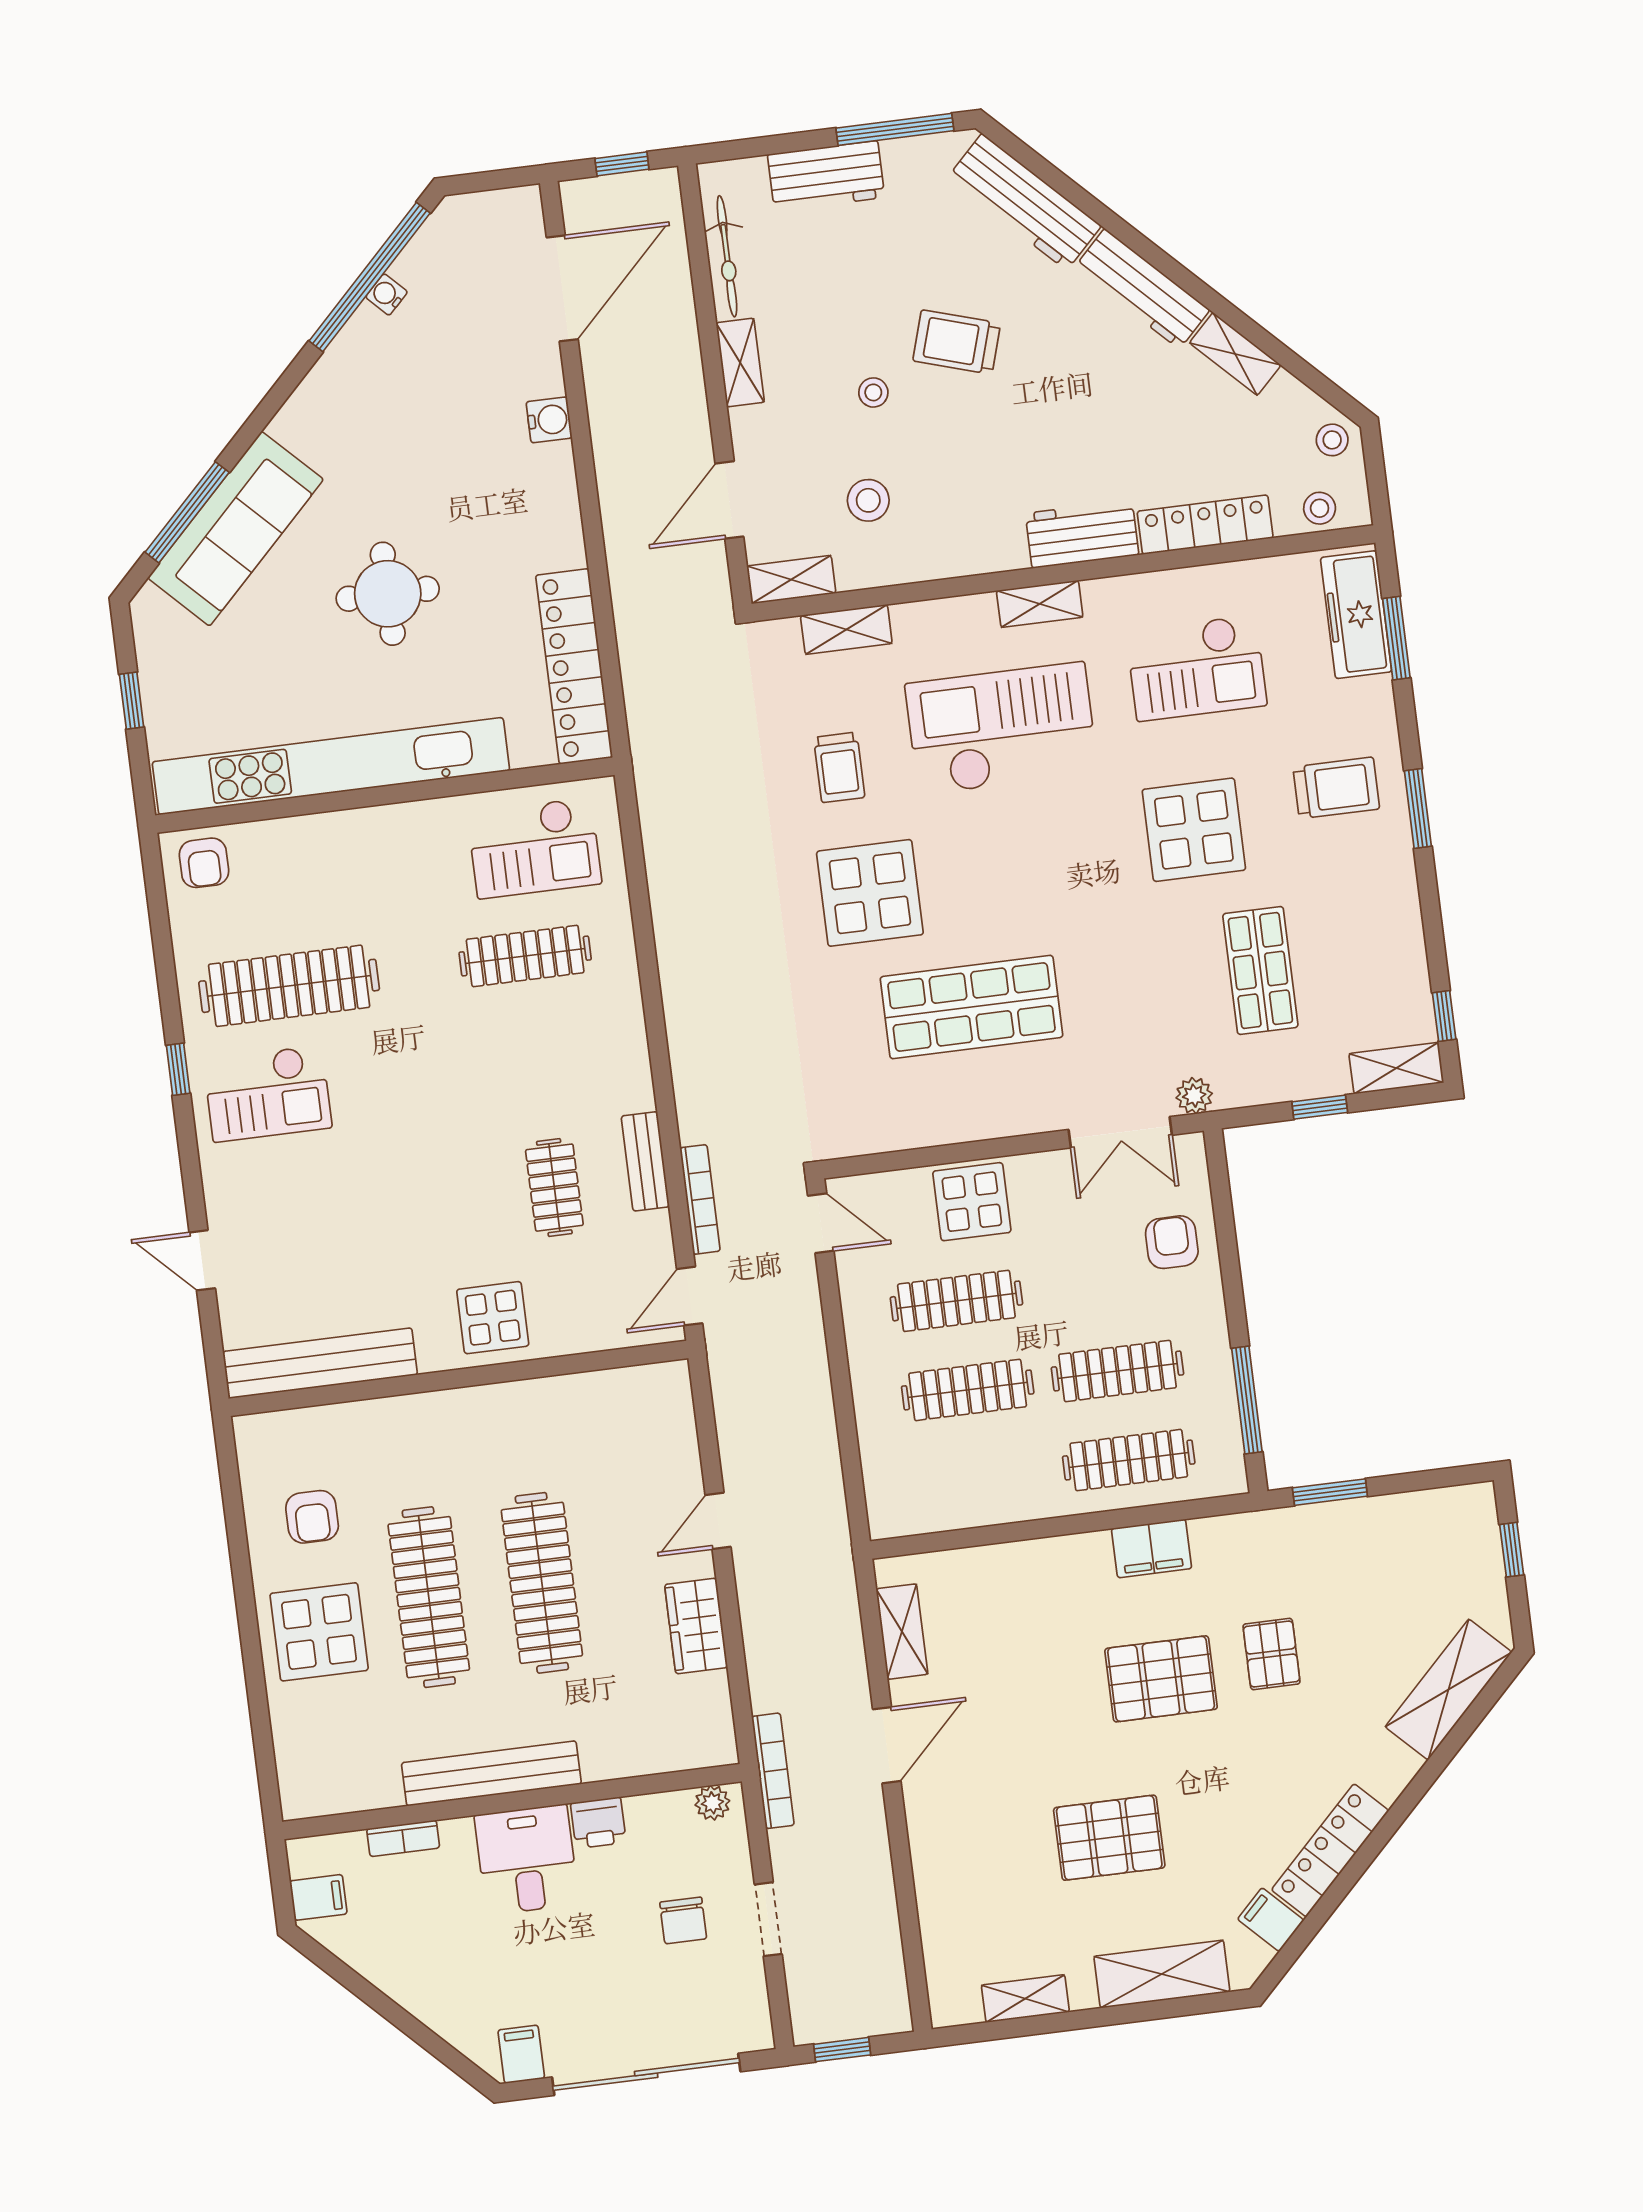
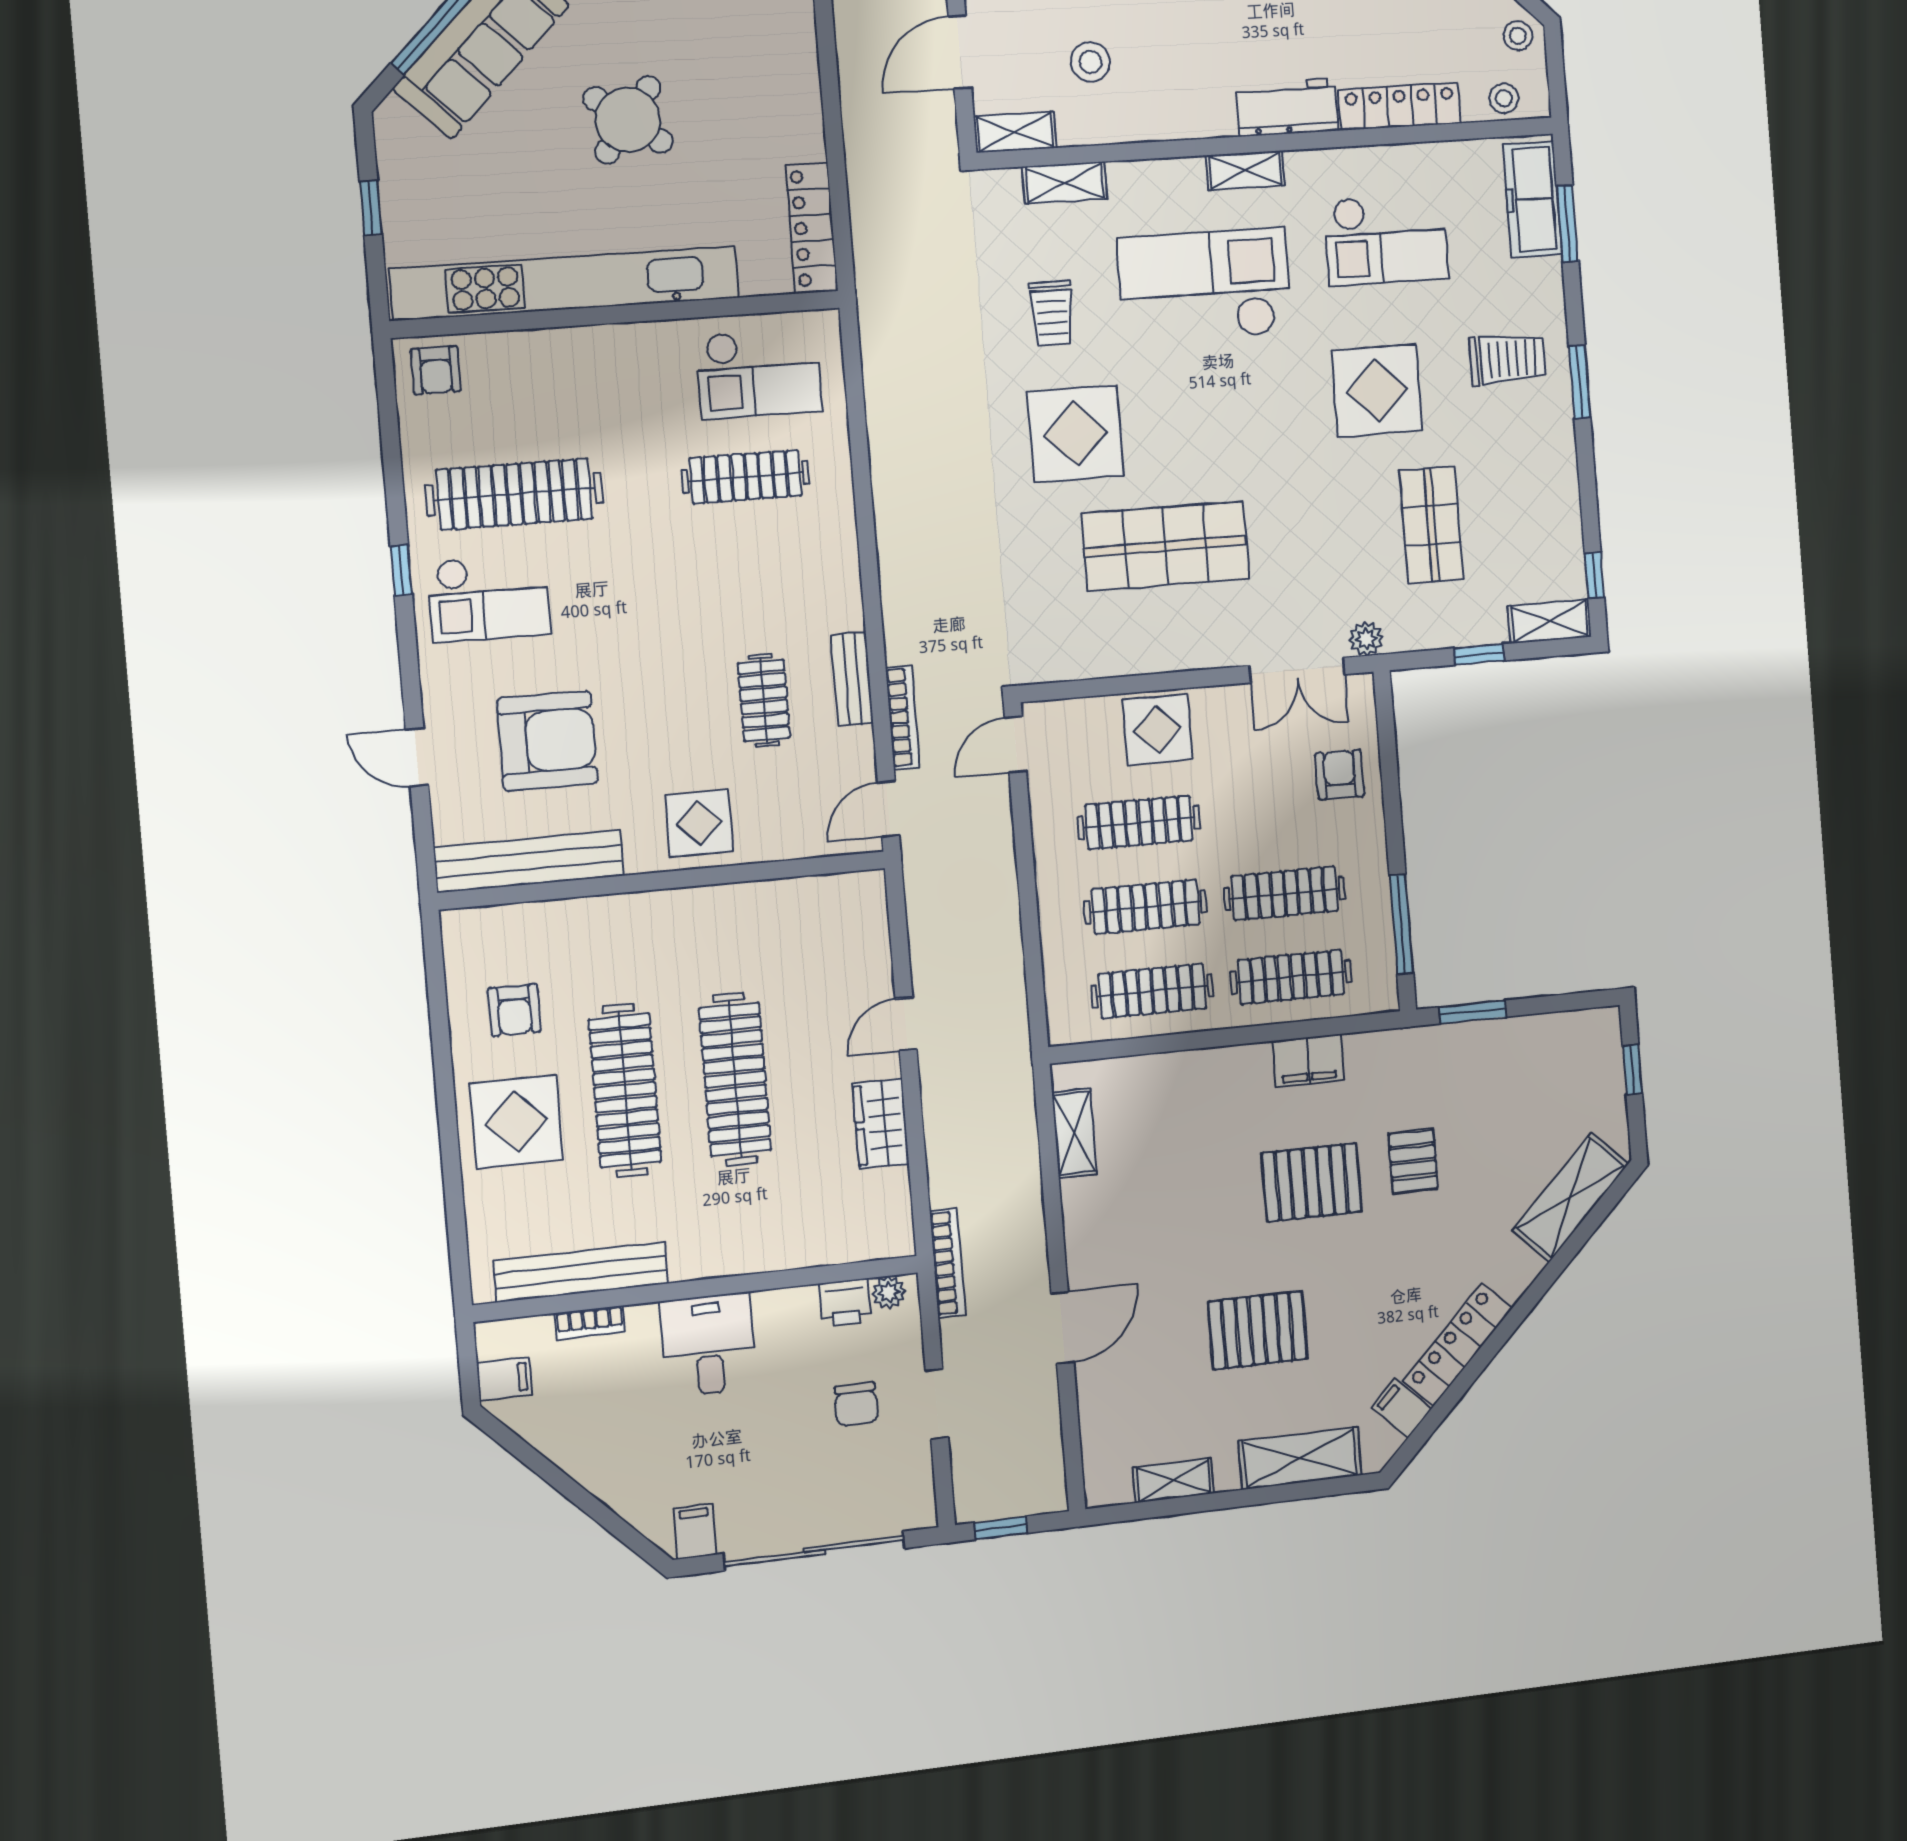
round table: (388, 594) -> (628, 120), turned 37
locker: (574, 666) -> (812, 228), width x0.71, depth x0.83
door: (821, 1223) -> (1016, 744), swing flipped
armchair: (333, 1238) -> (547, 741), added
clothes rail: (979, 1479) -> (1152, 991), added
door: (887, 1745) -> (1062, 1328), moved
bench: (491, 1773) -> (581, 1272), moved
printer: (598, 1823) -> (845, 1303), moved

